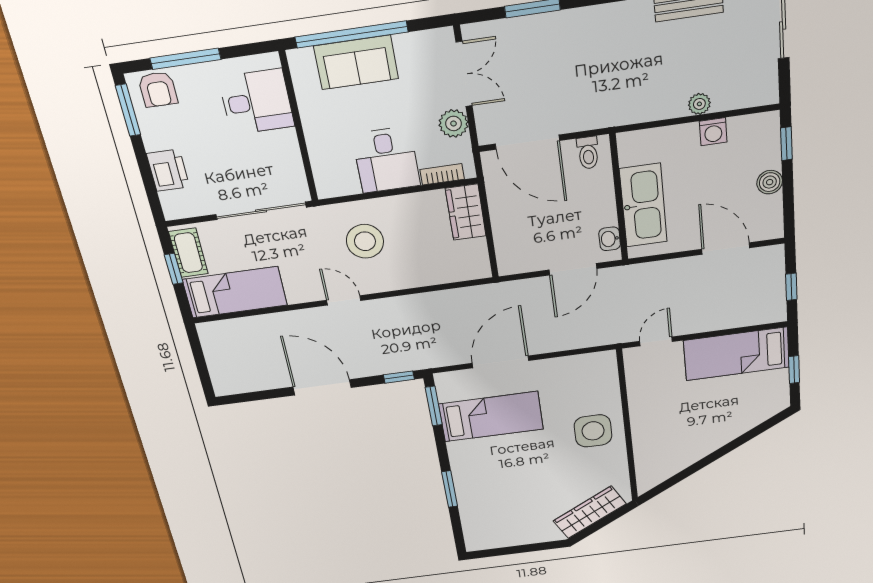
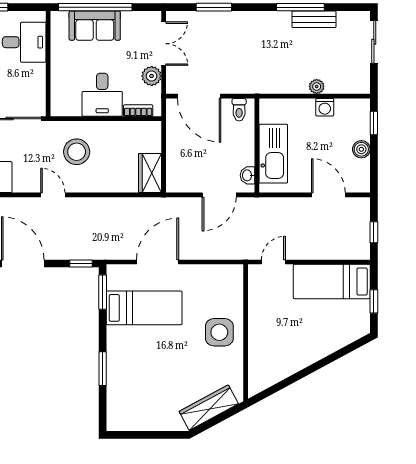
wardrobe: (466, 212) -> (150, 173), moved

